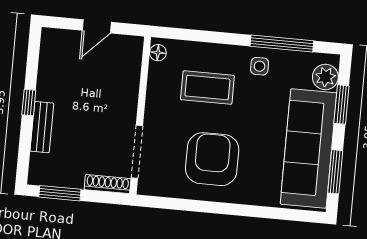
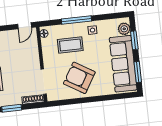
door: (97, 26) -> (25, 26), moved
window: (282, 43) -> (76, 20), moved
armchair: (212, 159) -> (79, 78), turned -59

